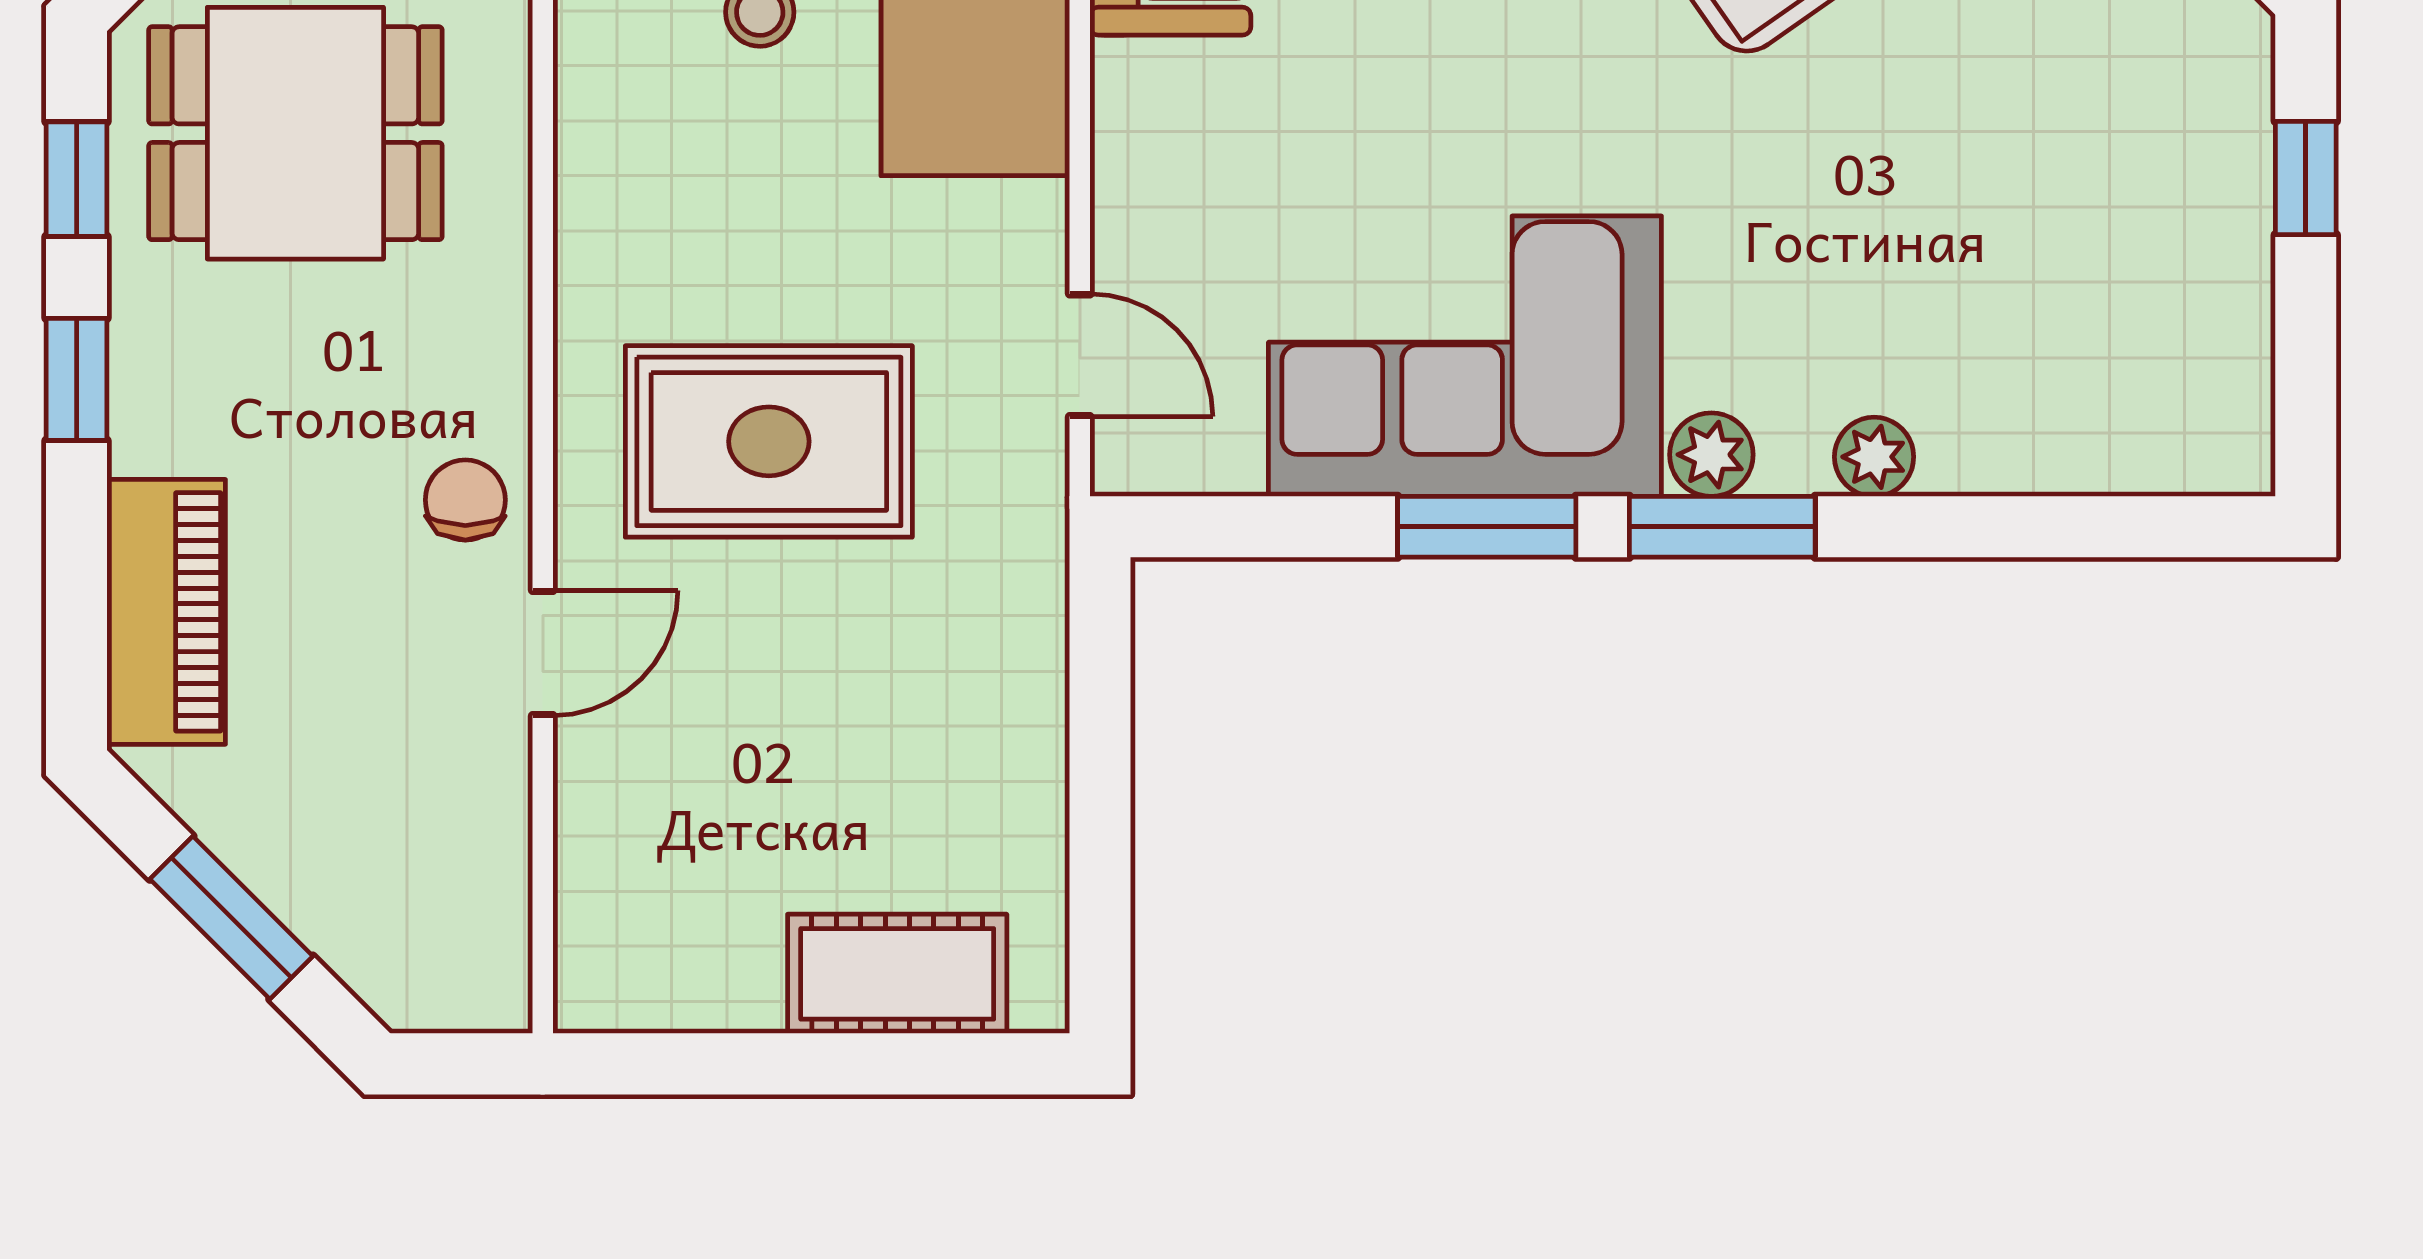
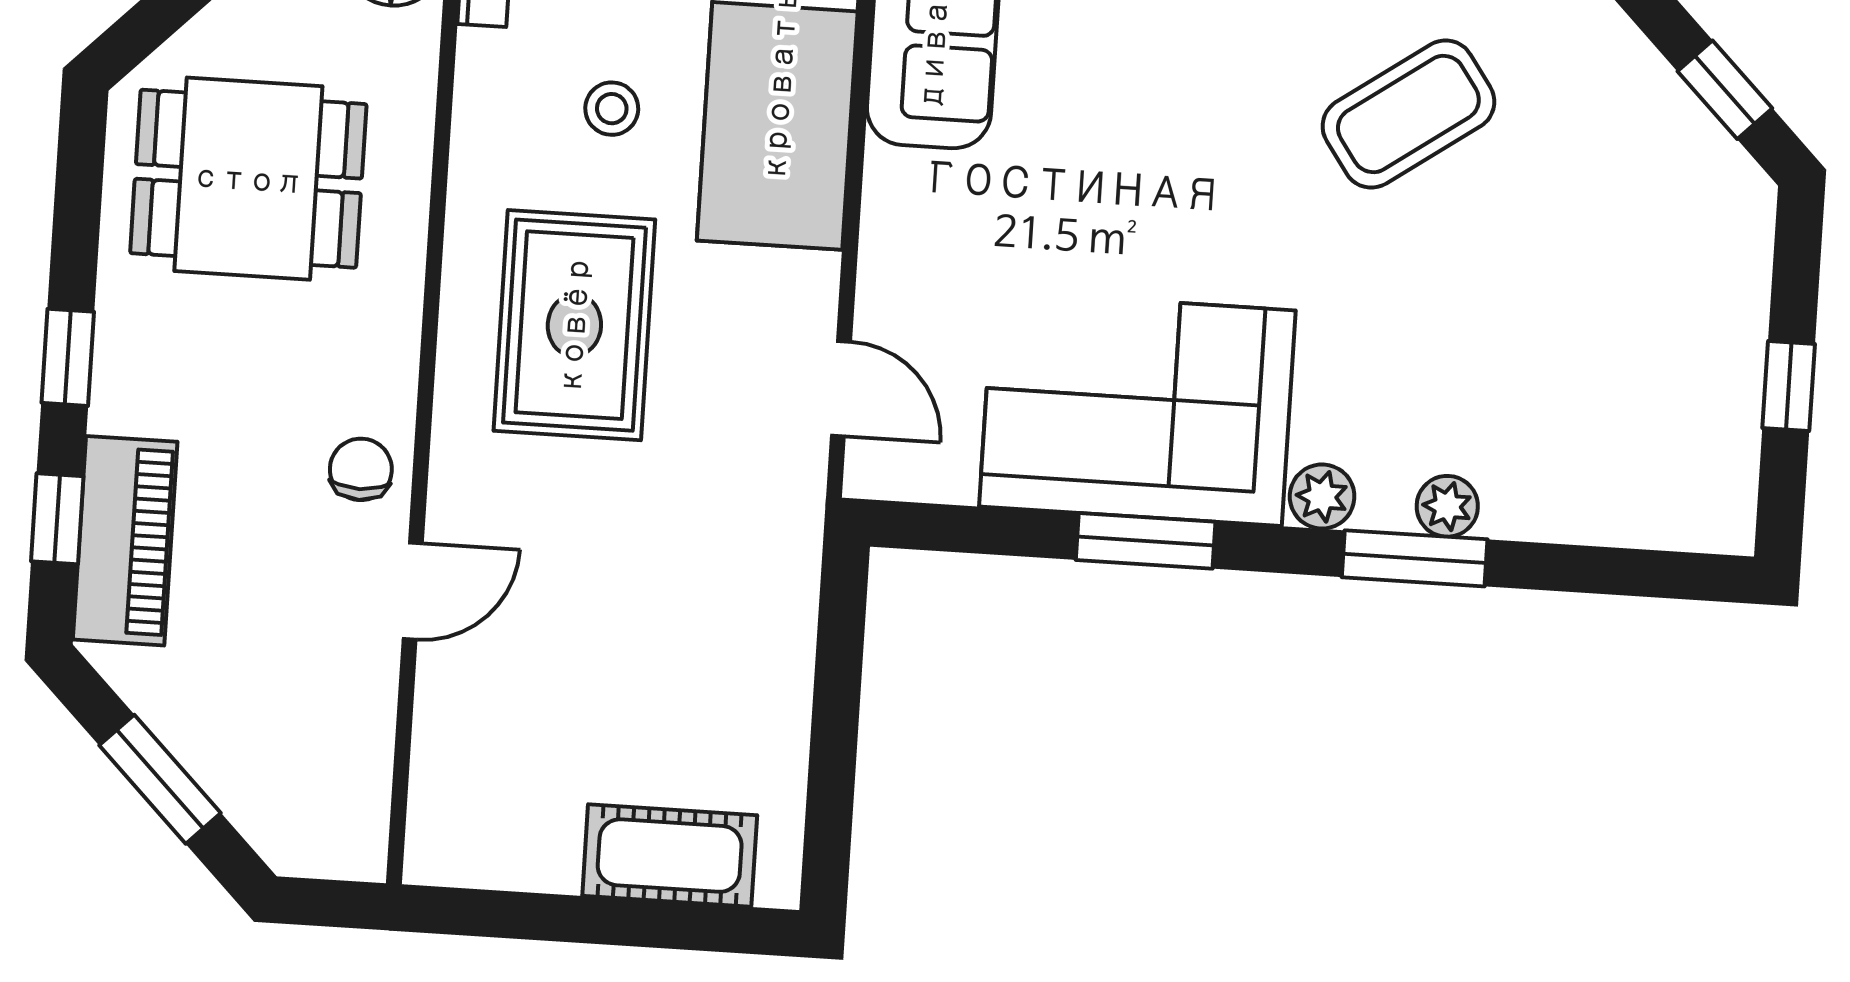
window: (2306, 178) -> (1789, 386), moved
window: (77, 179) -> (57, 519), moved
rug: (769, 441) -> (574, 325), moved, turned 90
window: (1722, 527) -> (1415, 558), moved

